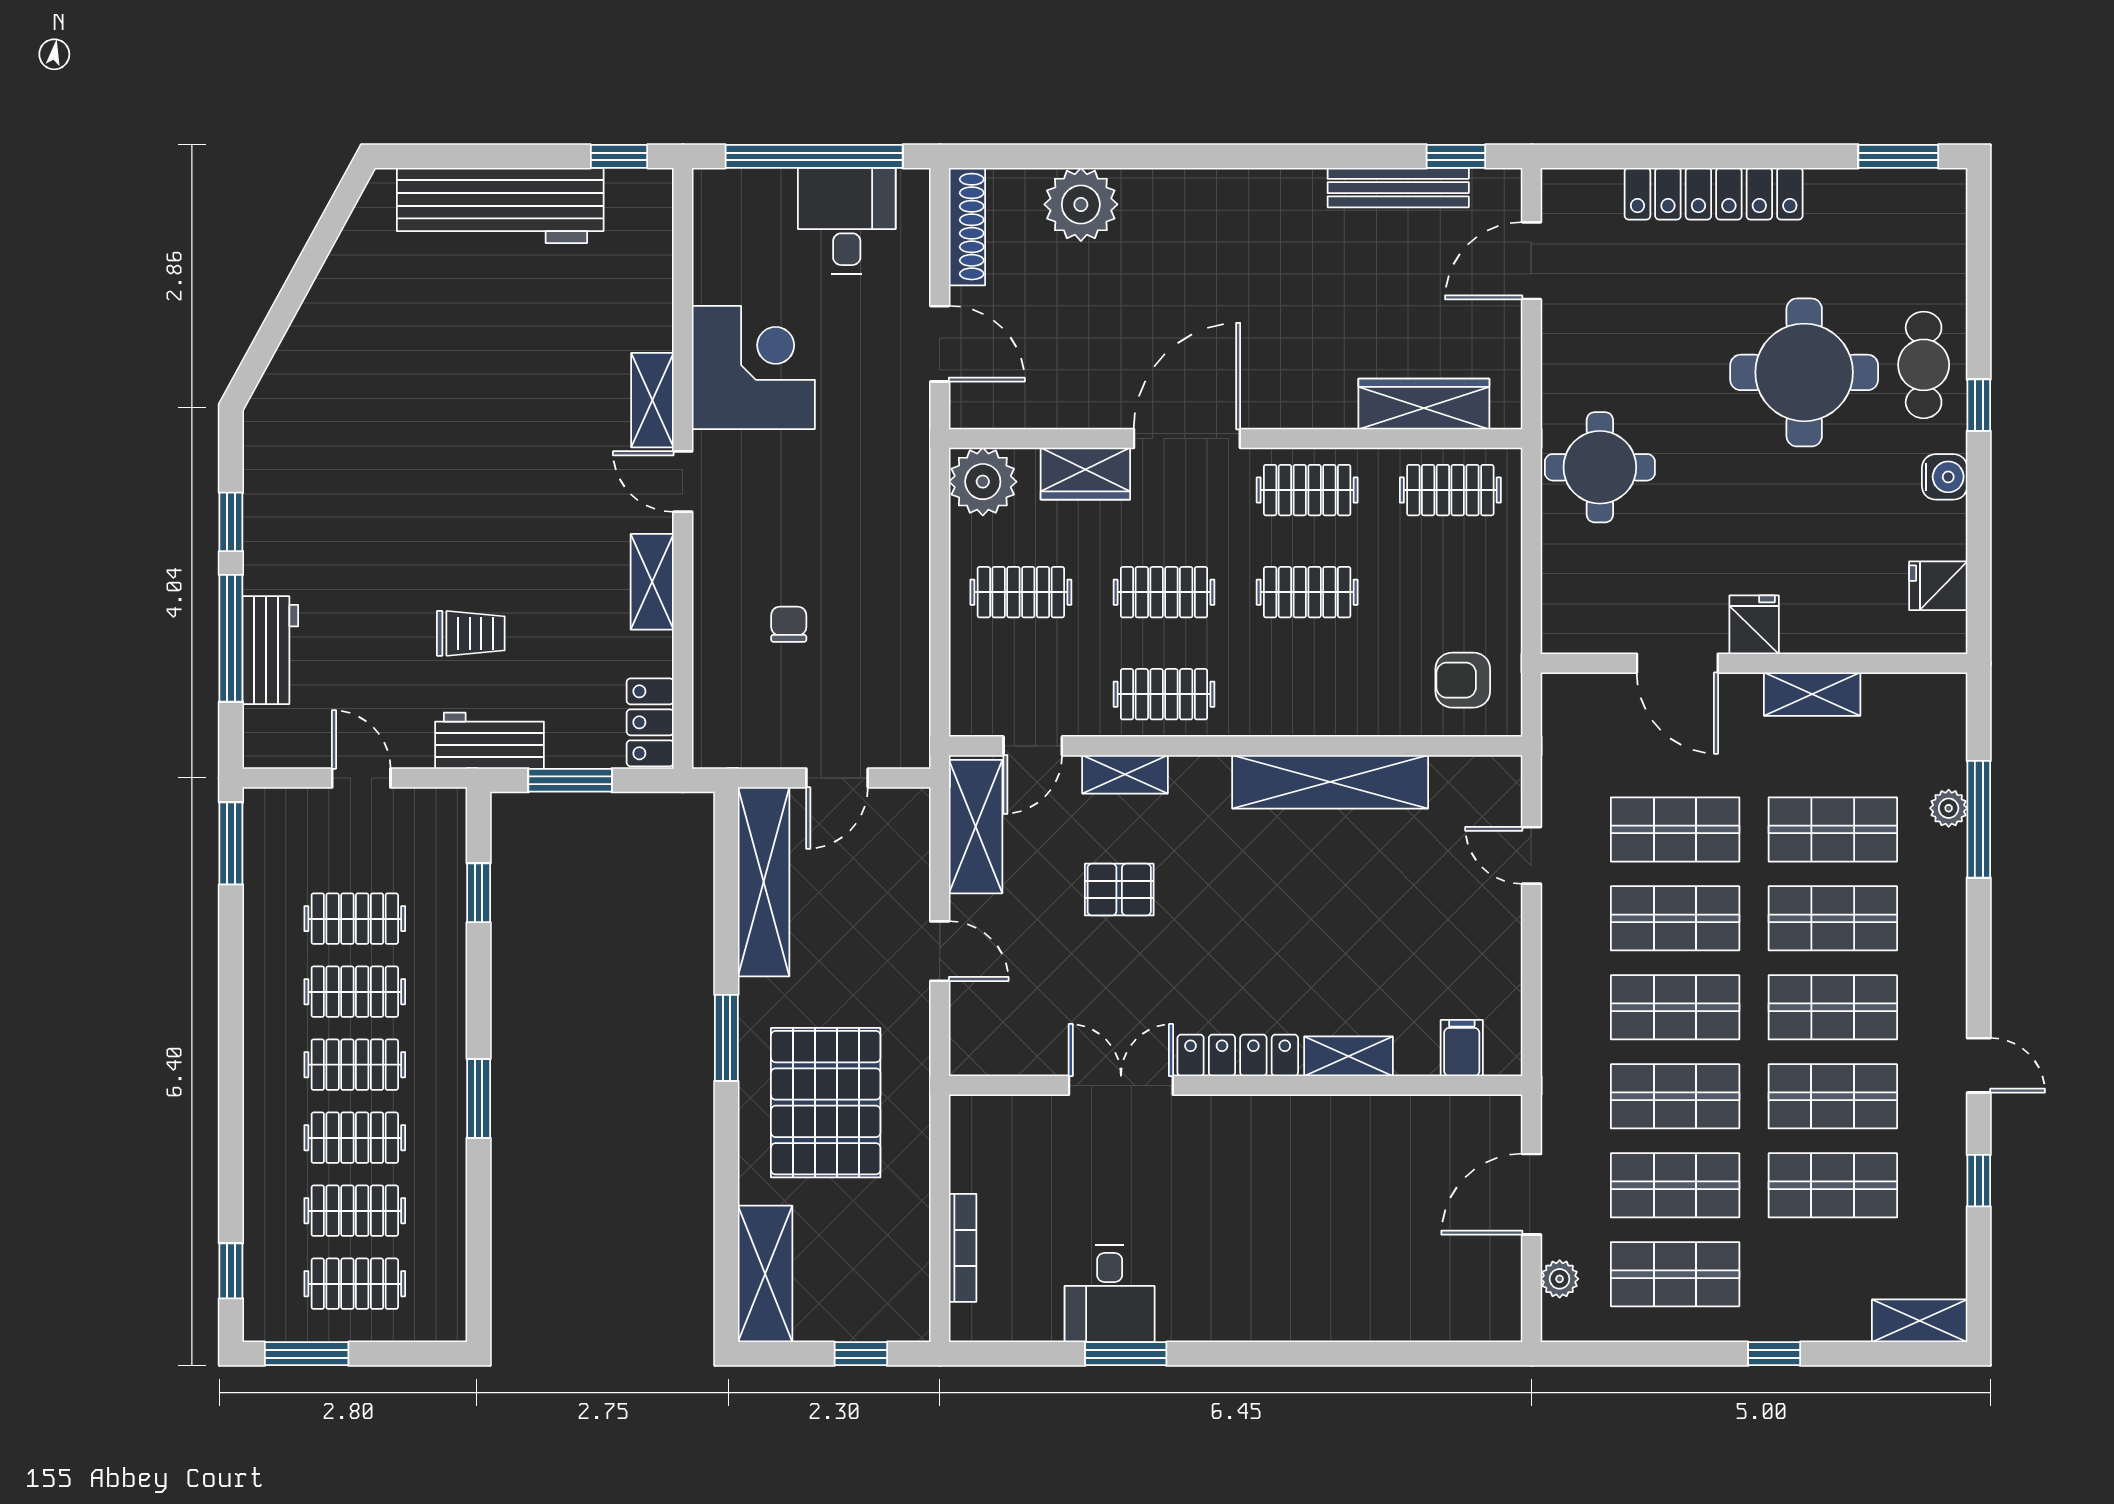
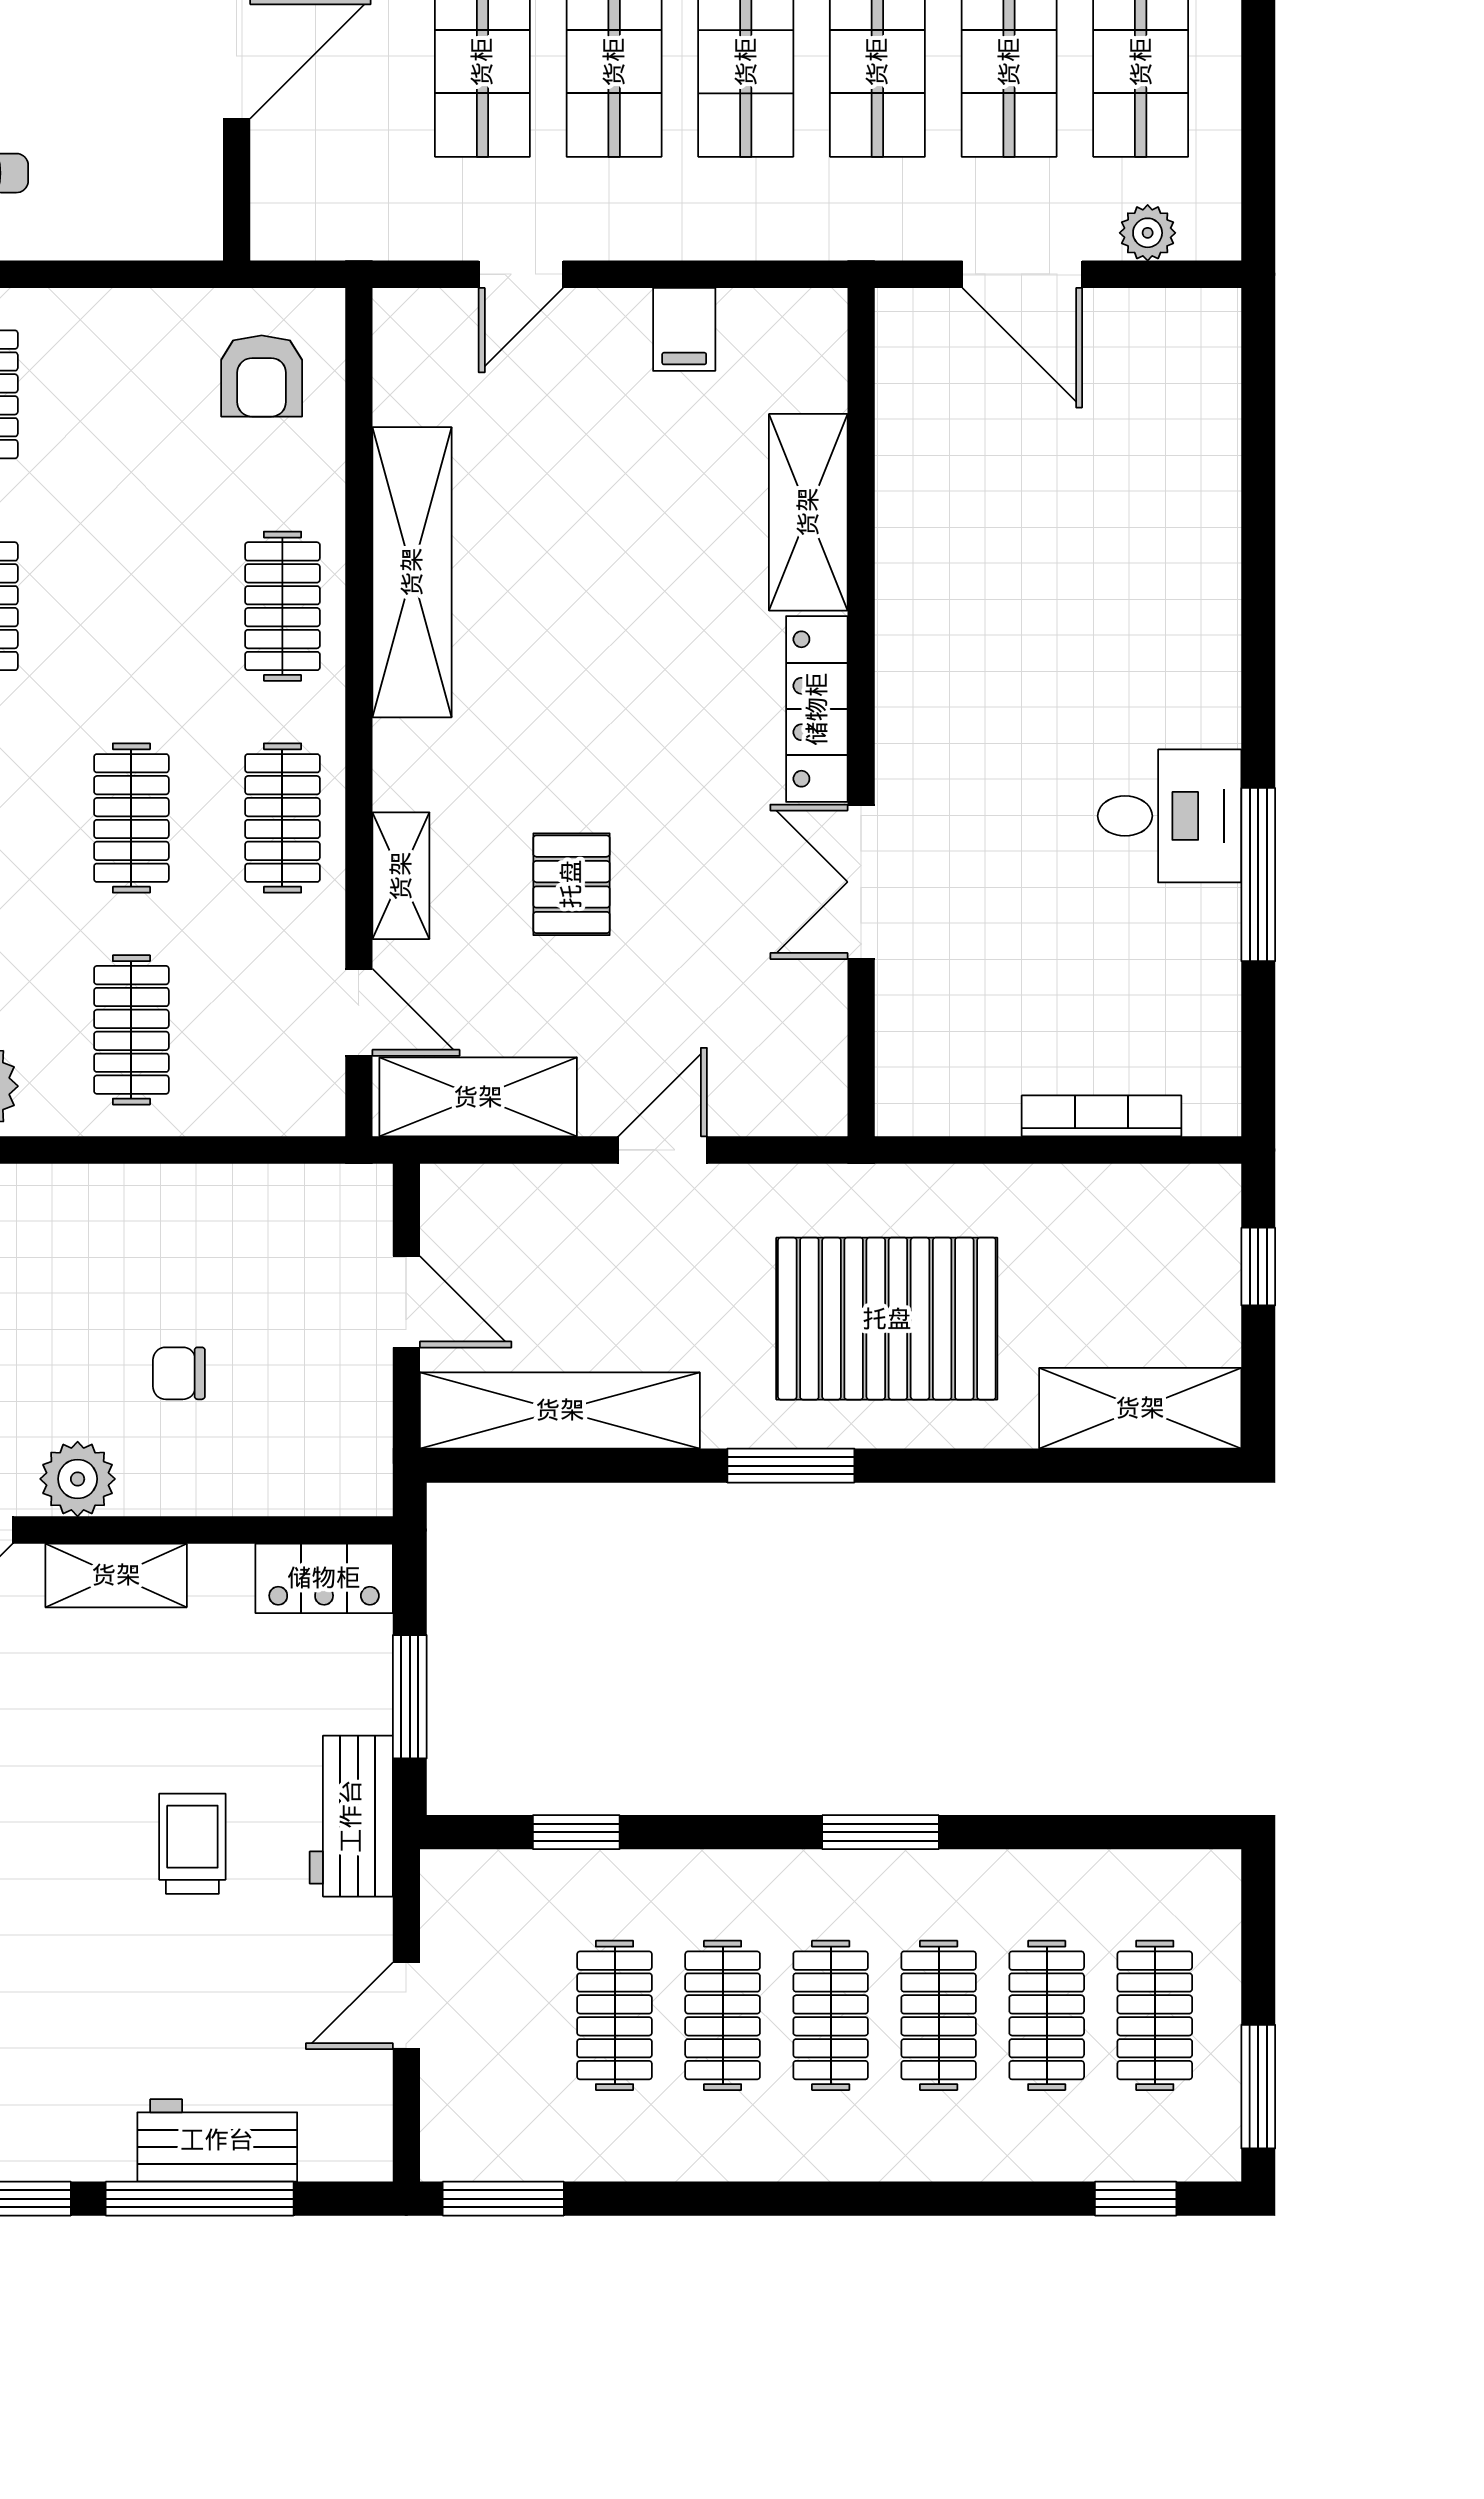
plant: (717, 556) -> (78, 1479), added
clothes rail: (1307, 592) -> (282, 606), moved
filing cabinet: (1462, 1048) -> (684, 329), moved, turned -90
shelving: (1348, 1056) -> (808, 512), width x1.50, depth x1.33
desk: (1110, 1294) -> (1169, 816), moved
window: (1126, 1354) -> (1258, 875), width x1.44

